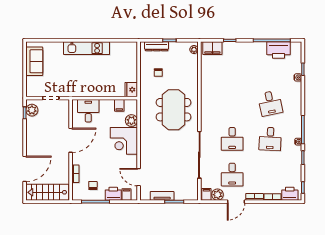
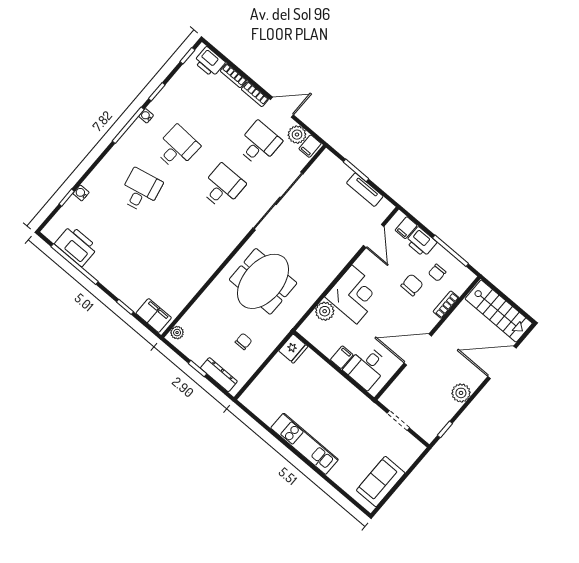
filing cabinet: (119, 105) -> (342, 357), moved
plant: (32, 110) -> (461, 393), moved
chair: (100, 169) -> (412, 285), added

